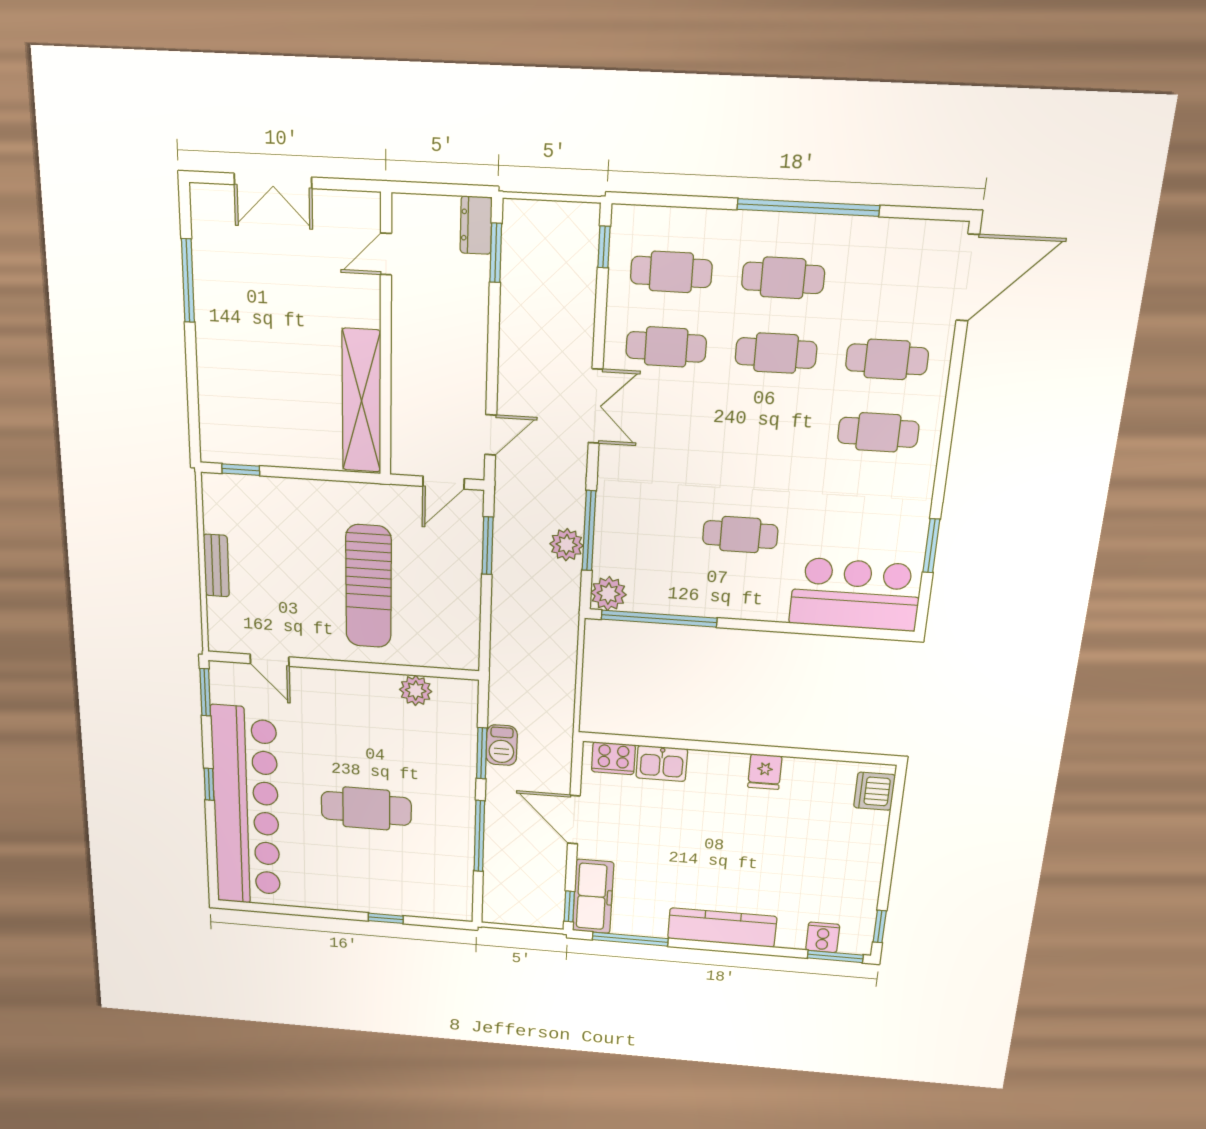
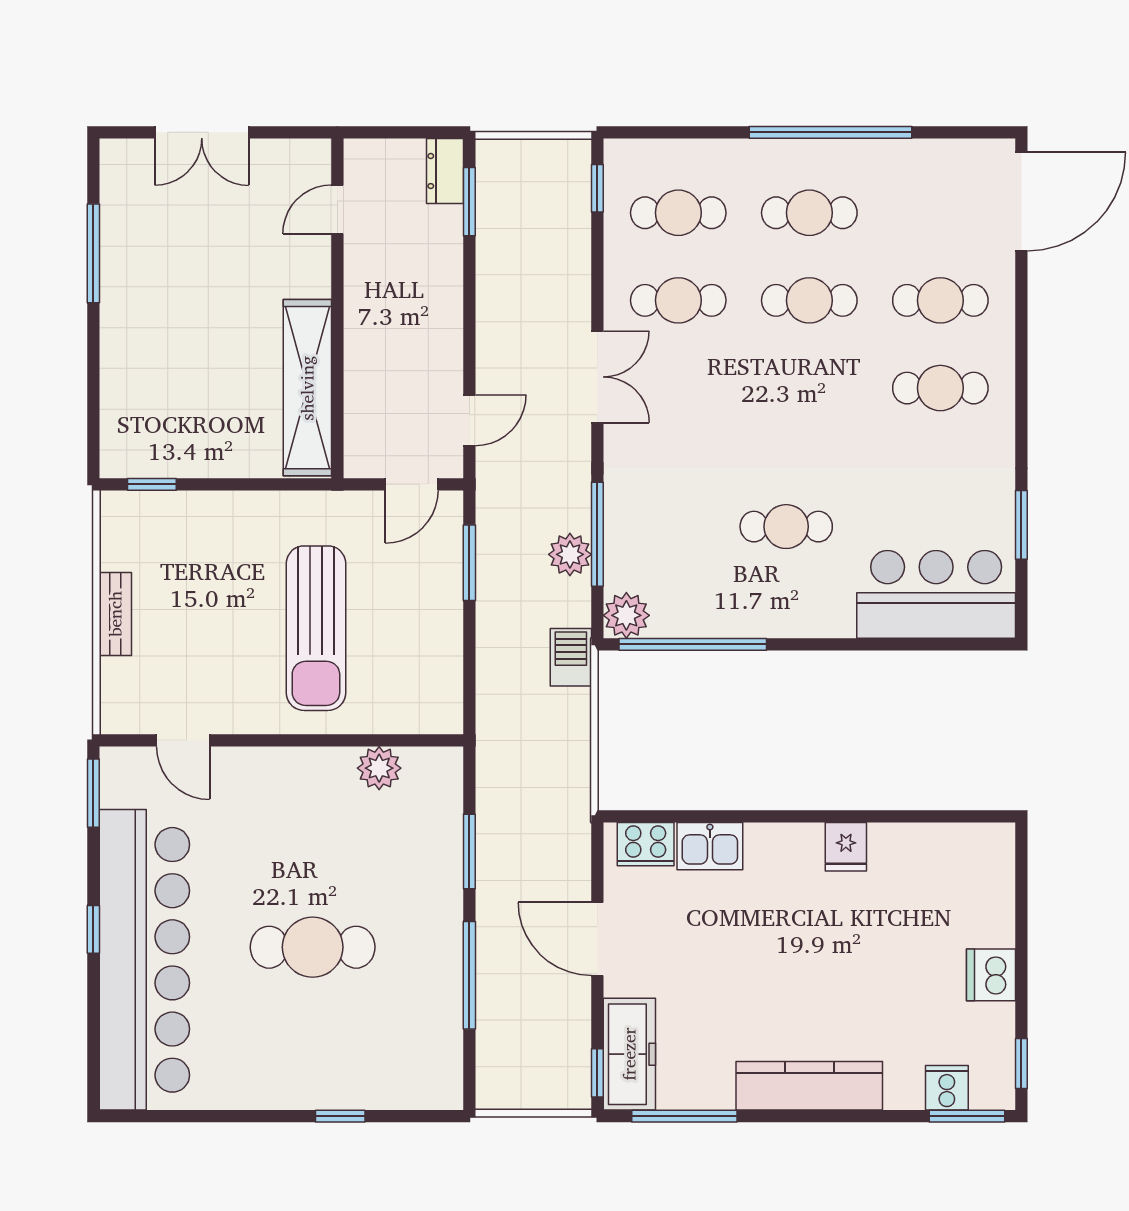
barbecue: (502, 745) -> (571, 657), moved, turned 180
dishwasher: (874, 791) -> (991, 975), moved

